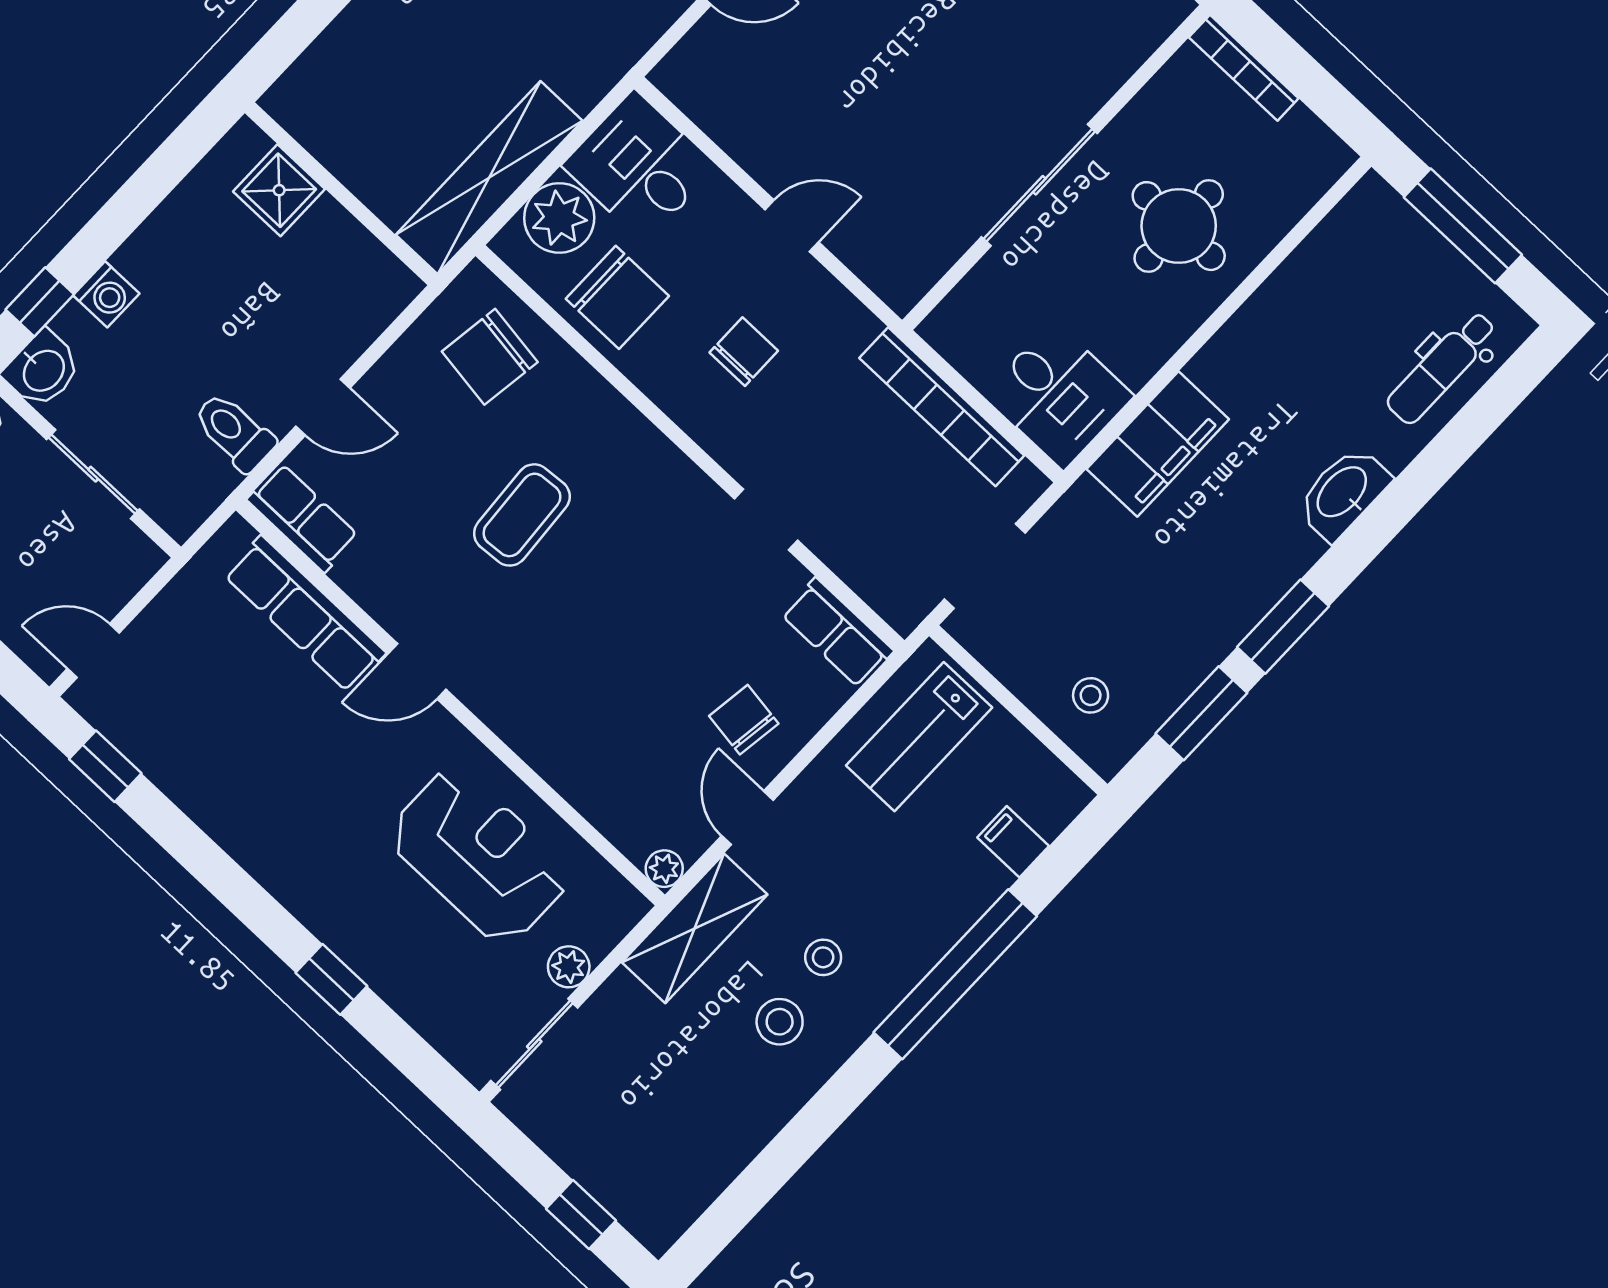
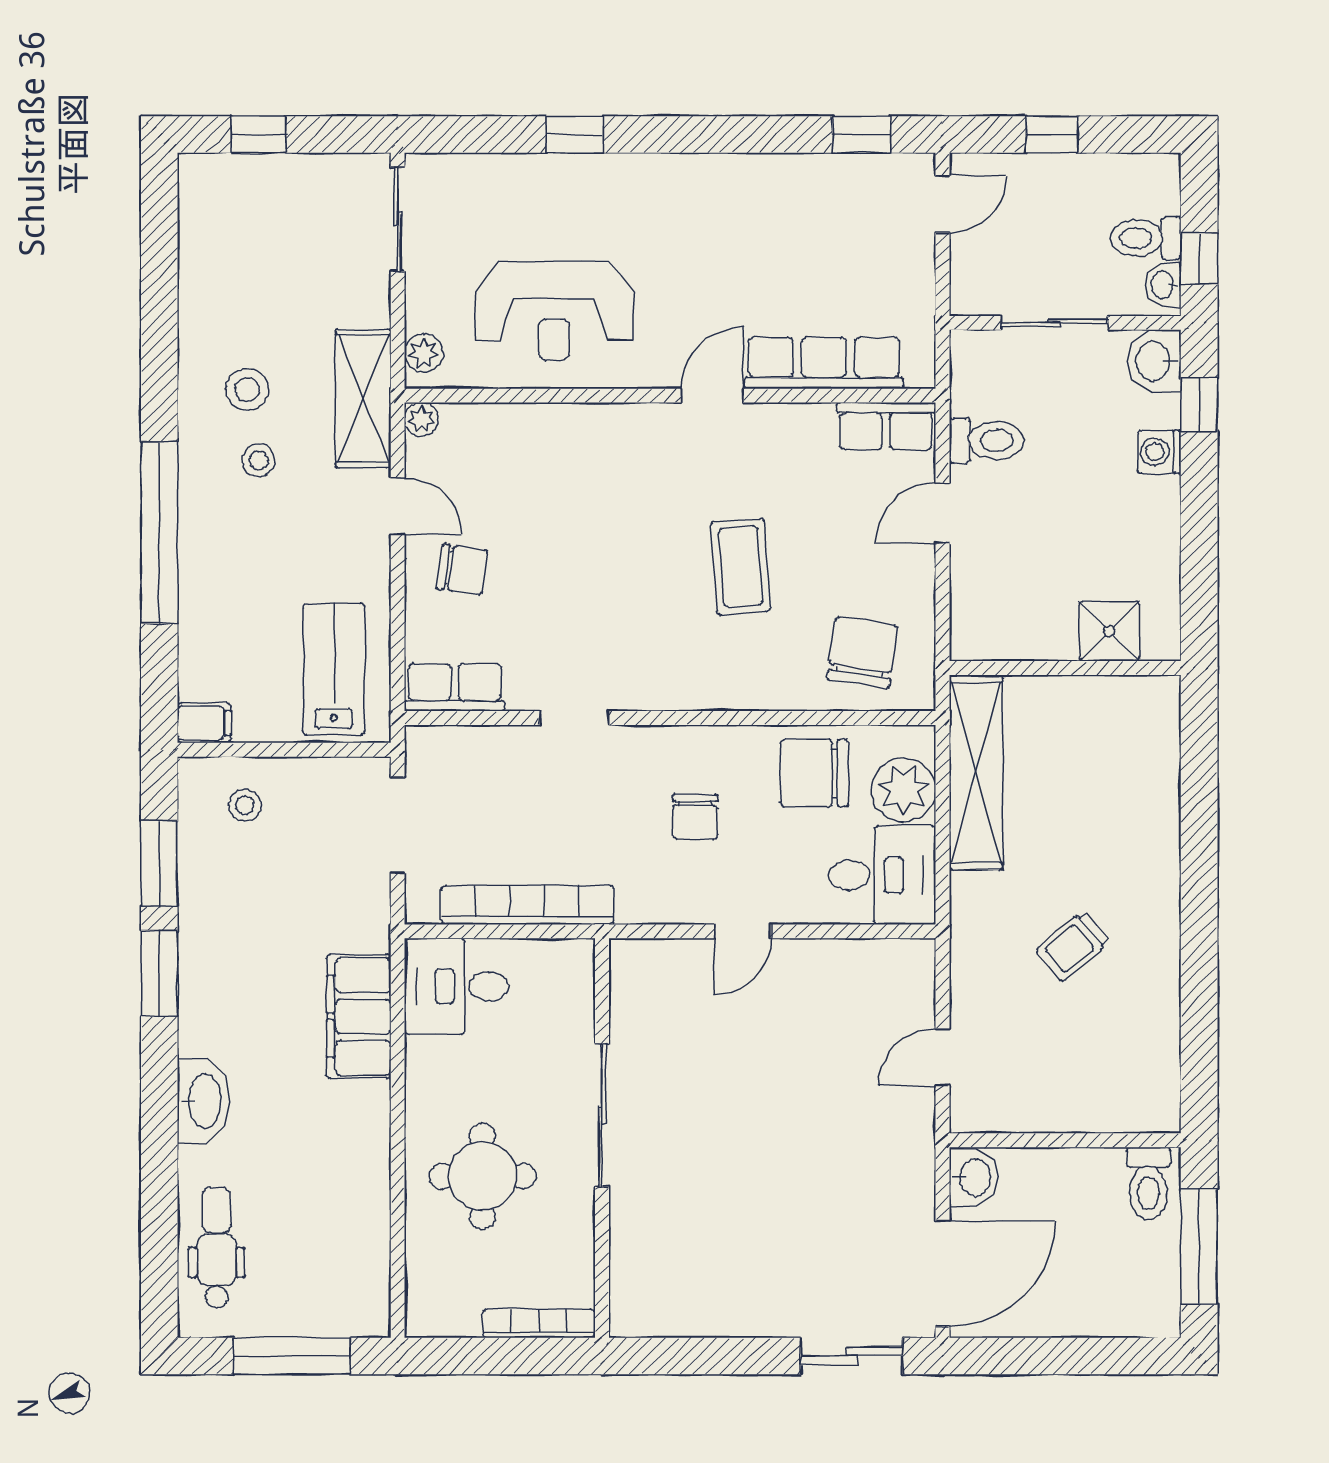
filing cabinet: (1013, 842) -> (204, 723), moved
plant: (569, 967) -> (423, 353), moved

